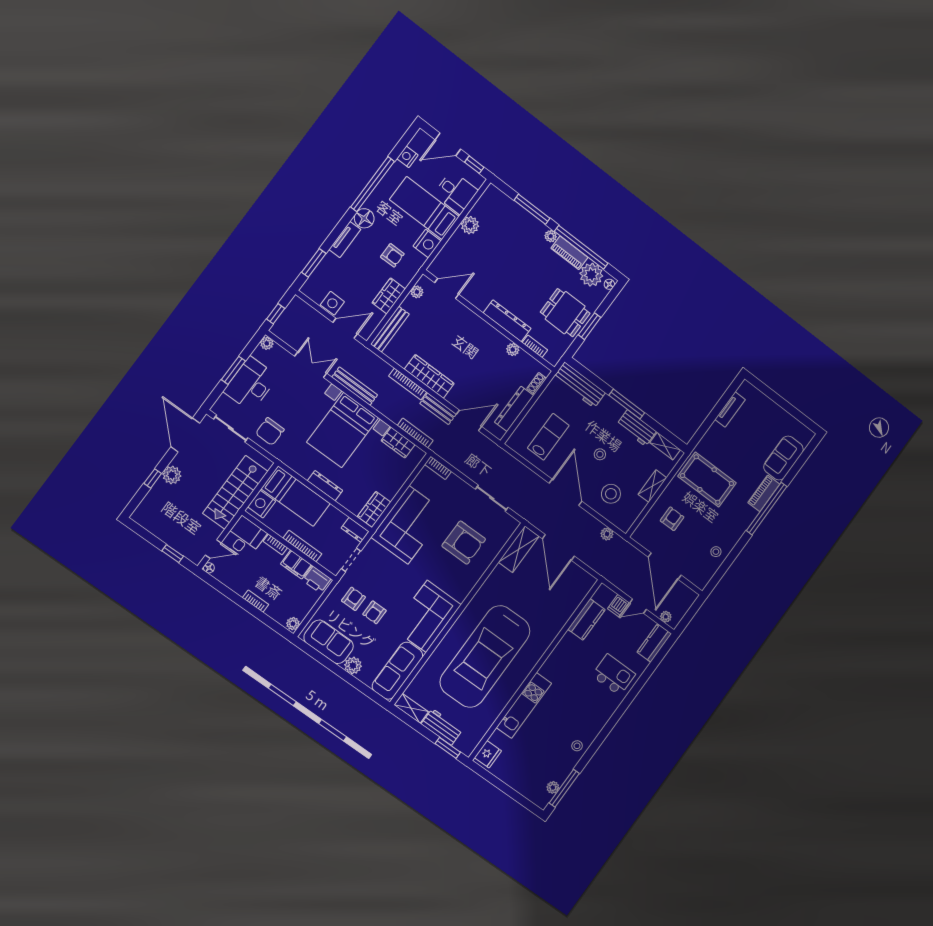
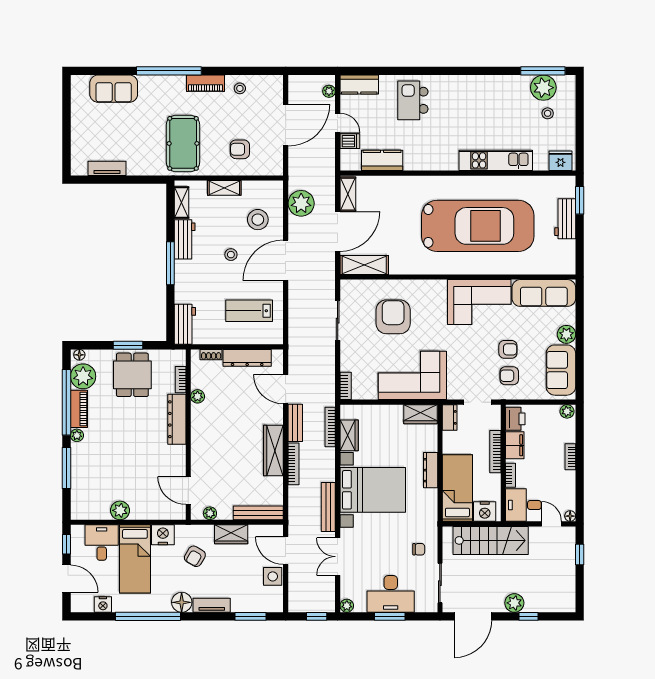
armchair: (392, 255) -> (195, 556), turned -150
workbench: (579, 385) -> (185, 324), width x0.73
chair: (270, 431) -> (419, 549), width x0.54, depth x0.54
piano: (764, 493) -> (206, 83), moved
plant: (607, 534) -> (301, 203), width x1.88, depth x1.88
shelving: (411, 708) -> (348, 194), moved
stool: (577, 746) -> (548, 113), moved
plant: (553, 787) -> (543, 88), width x1.88, depth x1.88

